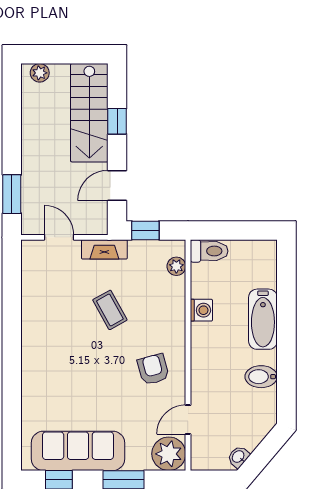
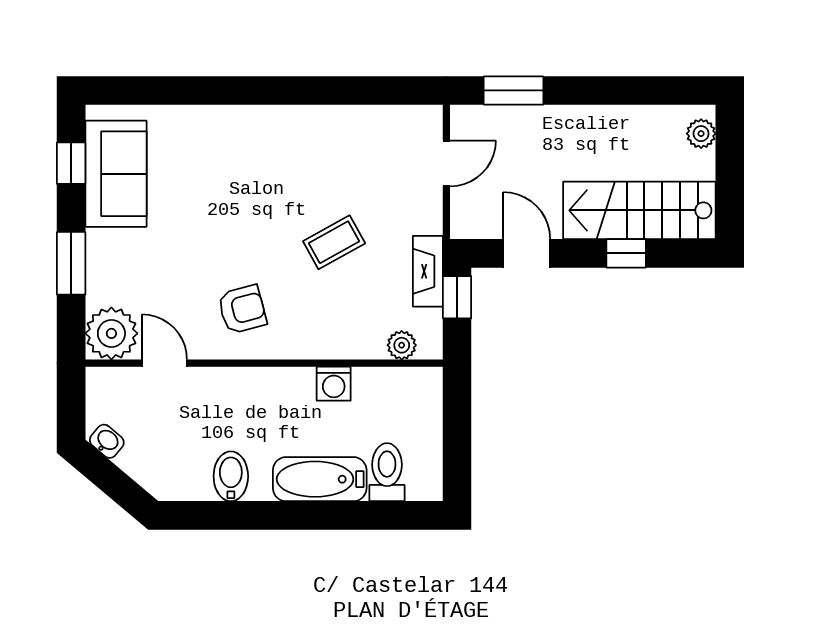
fireplace: (104, 249) -> (428, 271), moved
toilet: (209, 251) -> (387, 472), moved, turned 180
sofa: (78, 451) -> (116, 174), width x0.73

